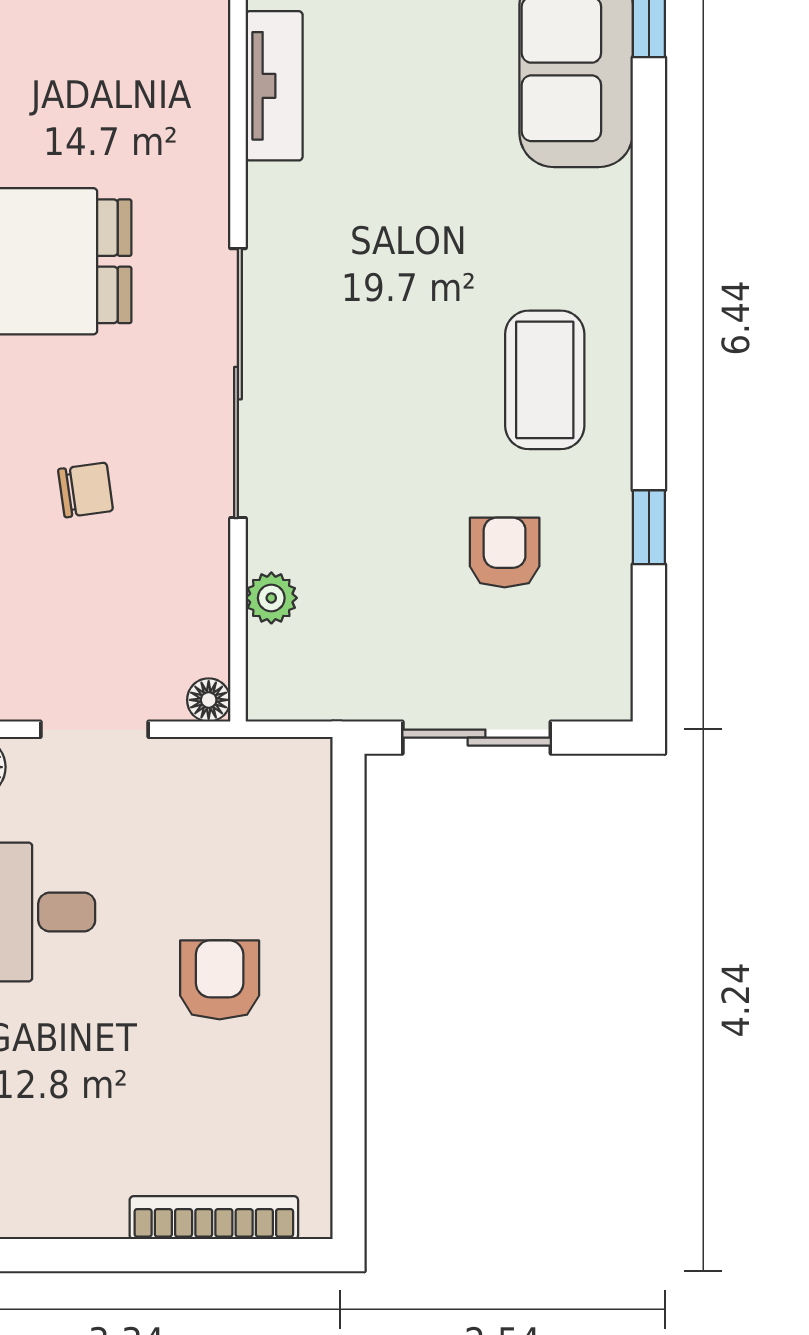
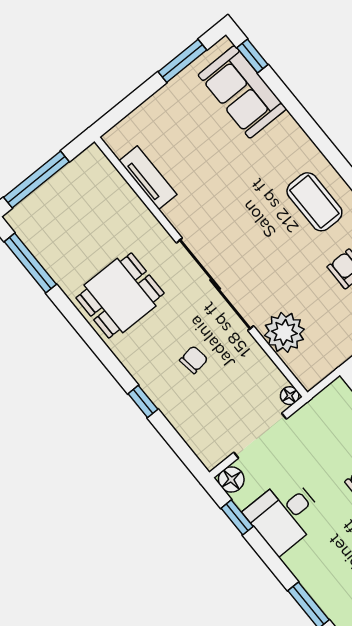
plant: (271, 598) -> (284, 332), width x1.88, depth x1.88
doorway: (95, 729) -> (260, 436), width x1.38

